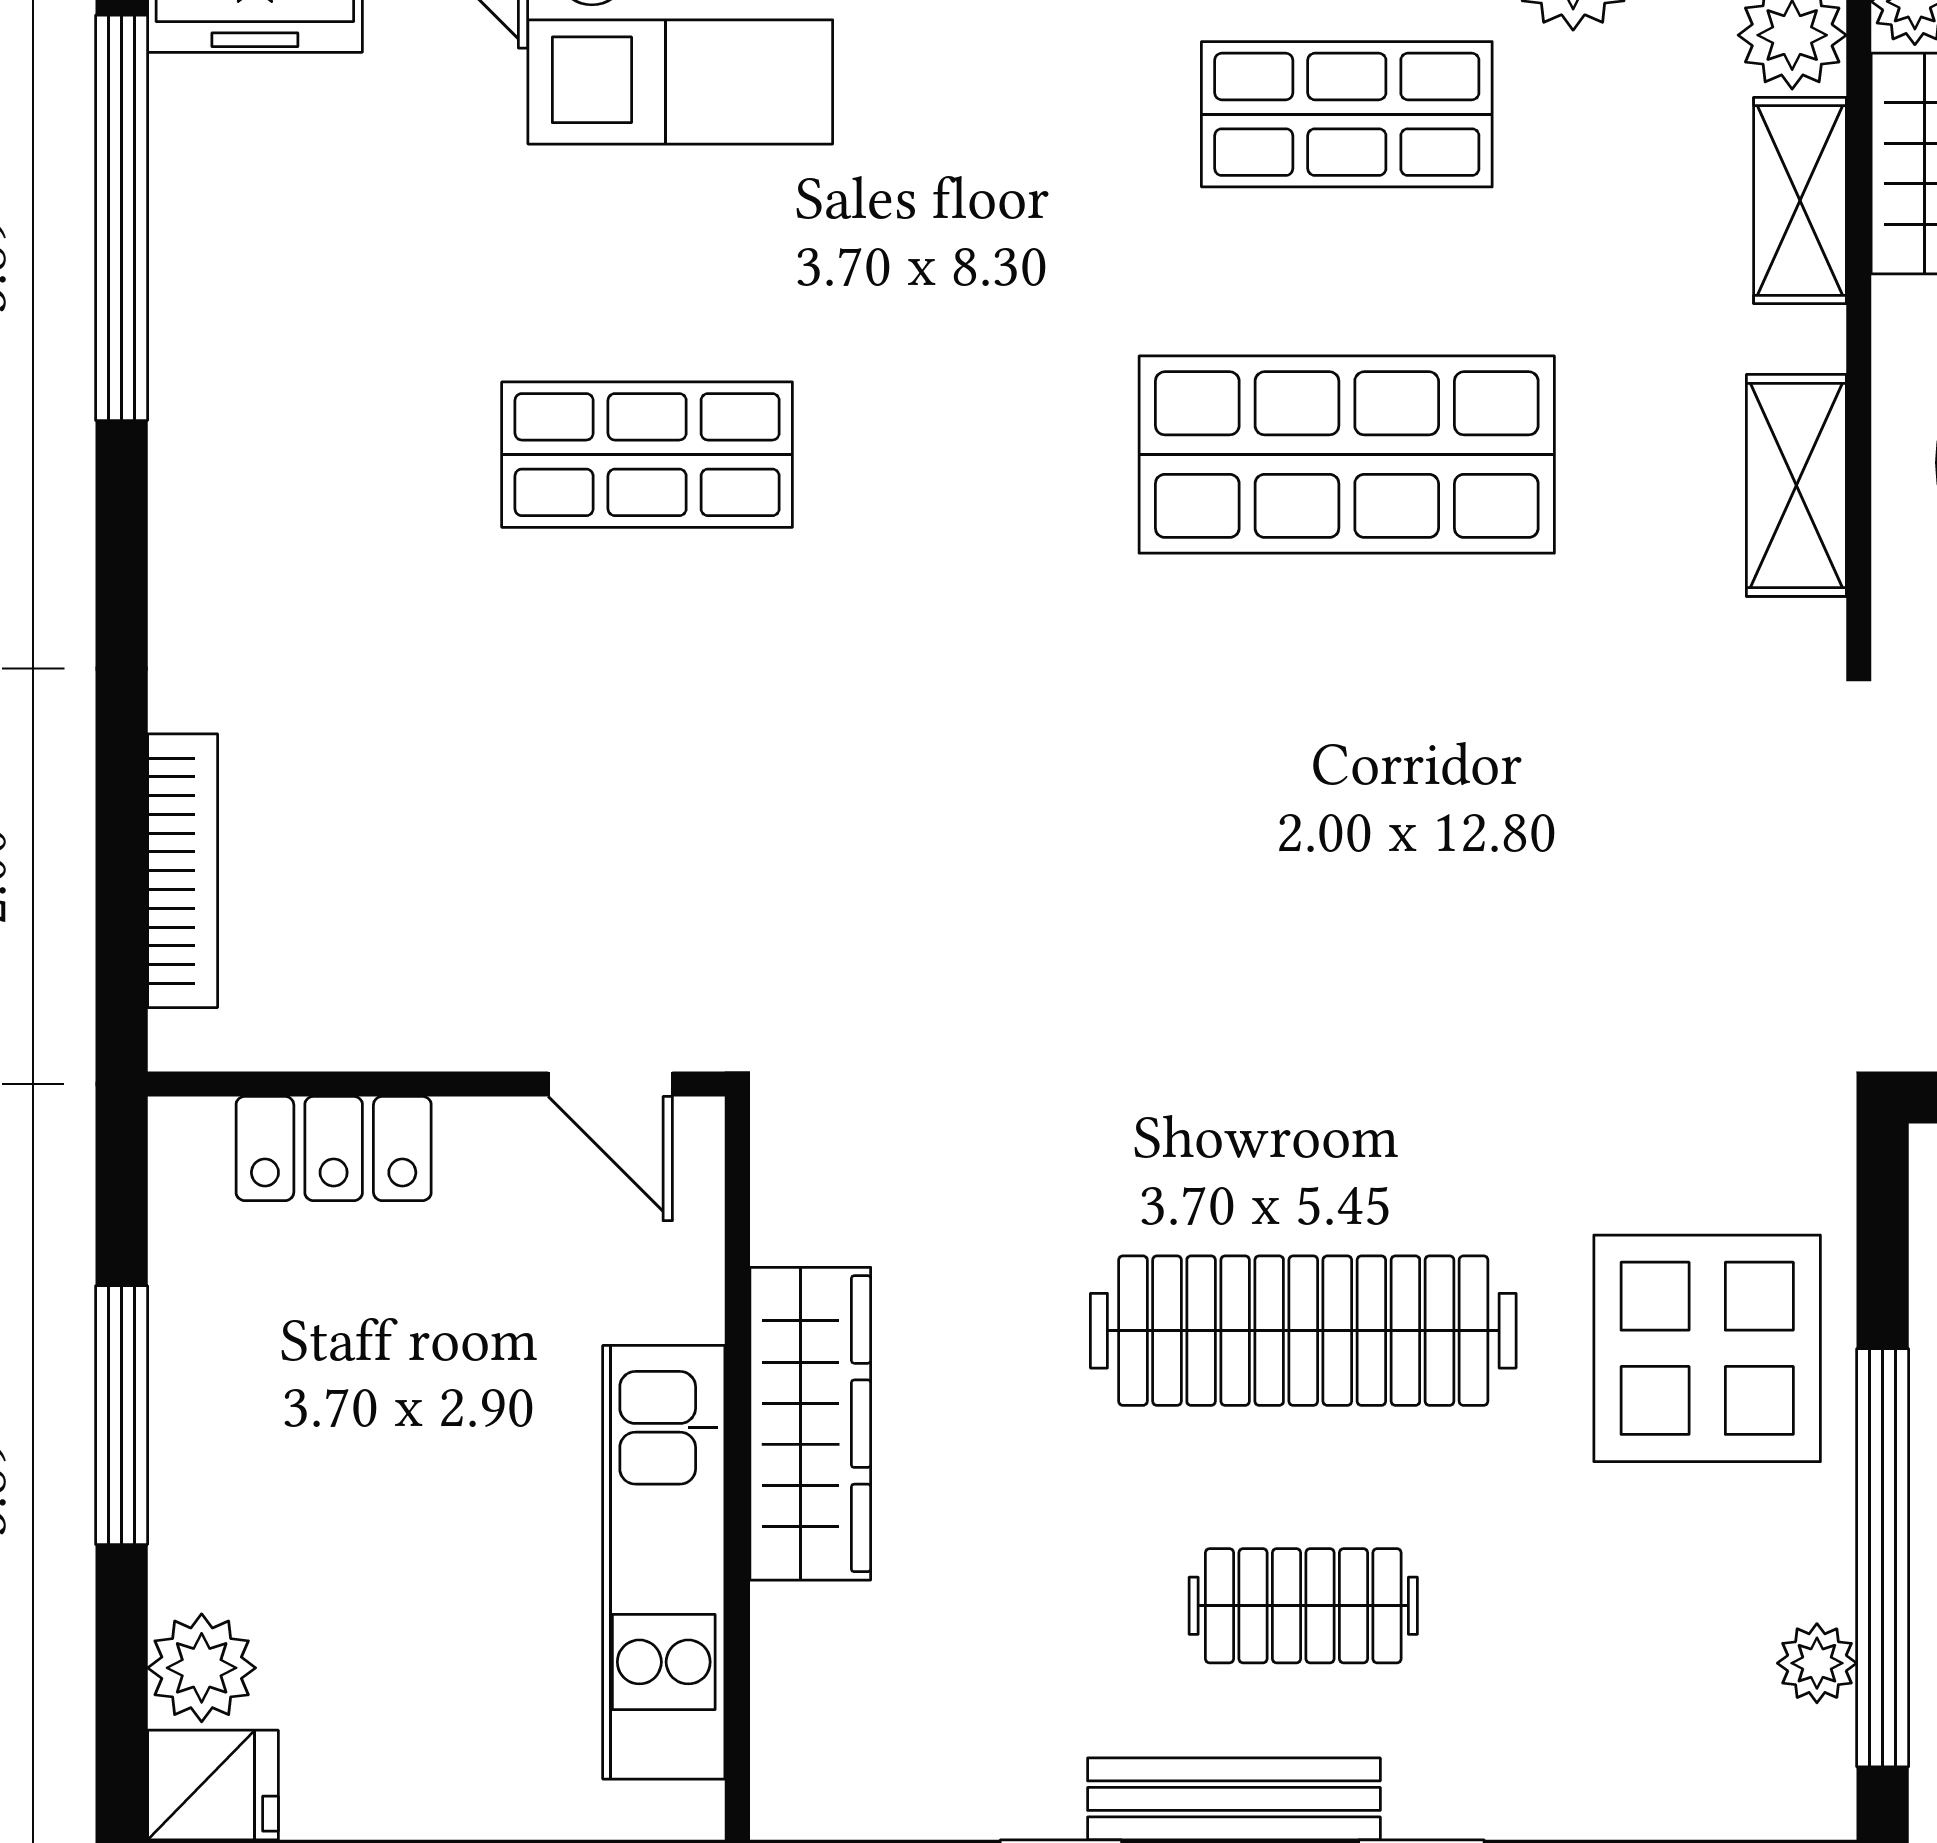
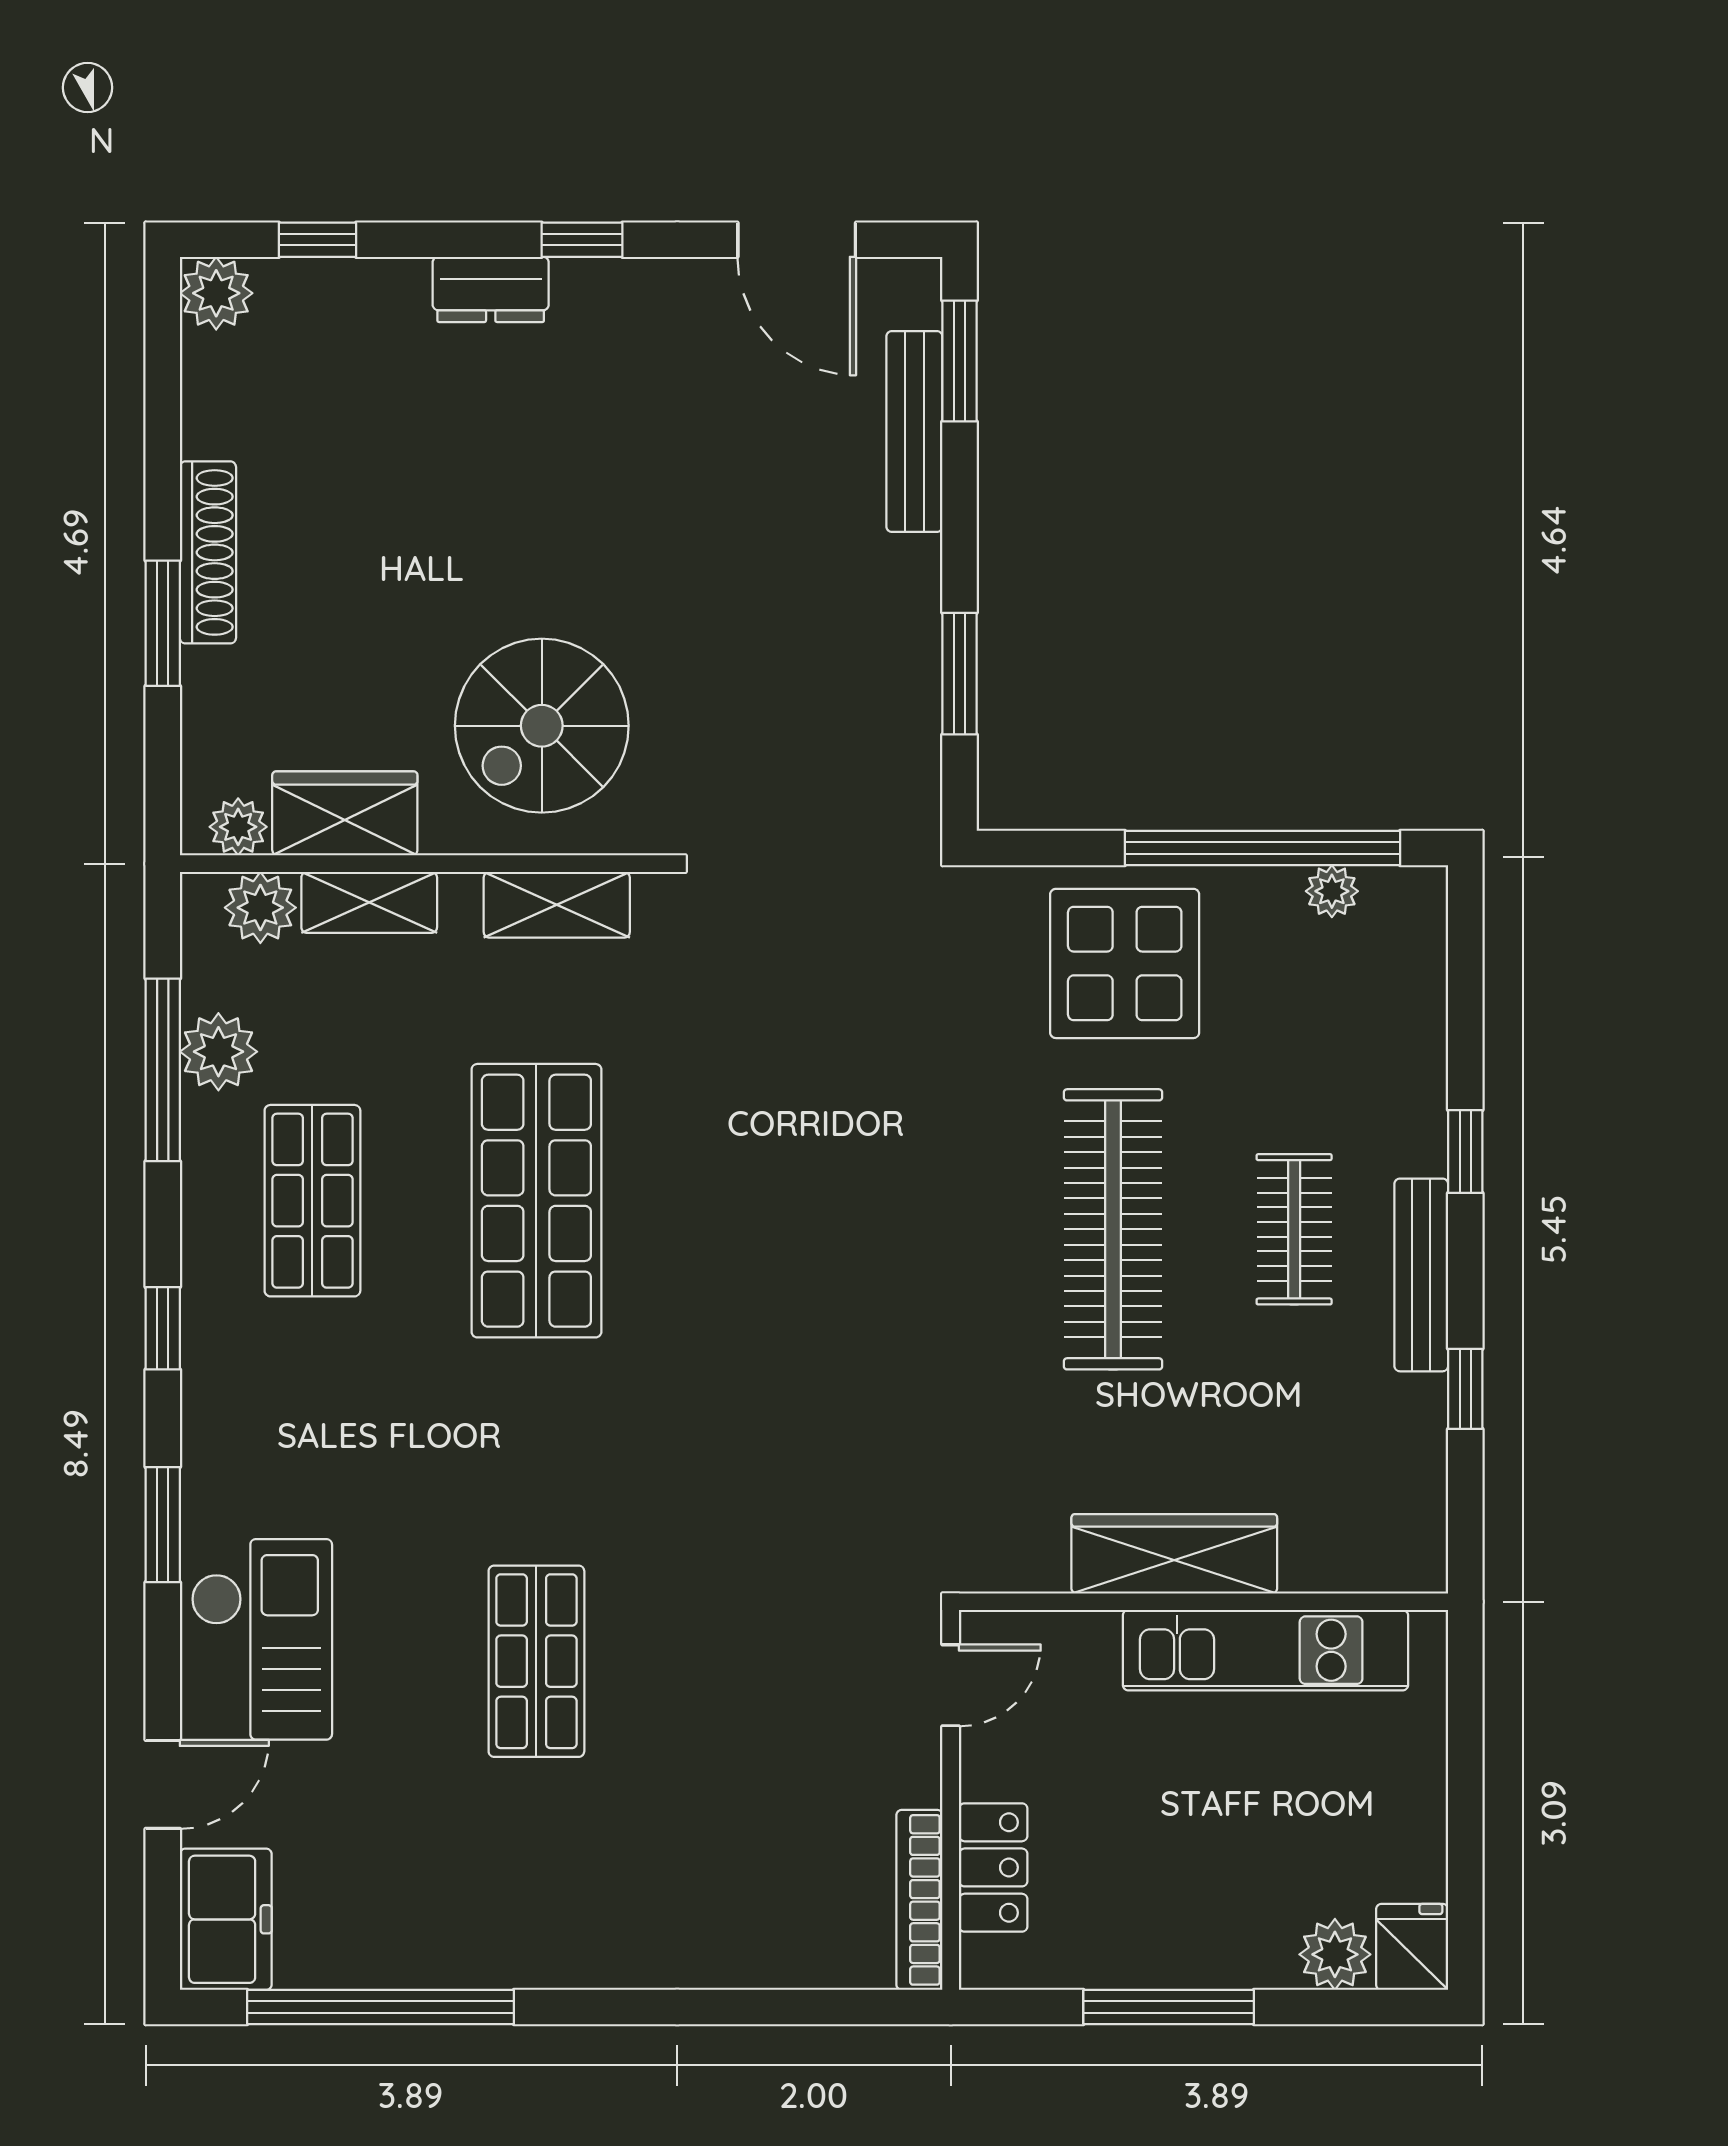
bookcase: (183, 871) -> (919, 1900), moved, turned -90

